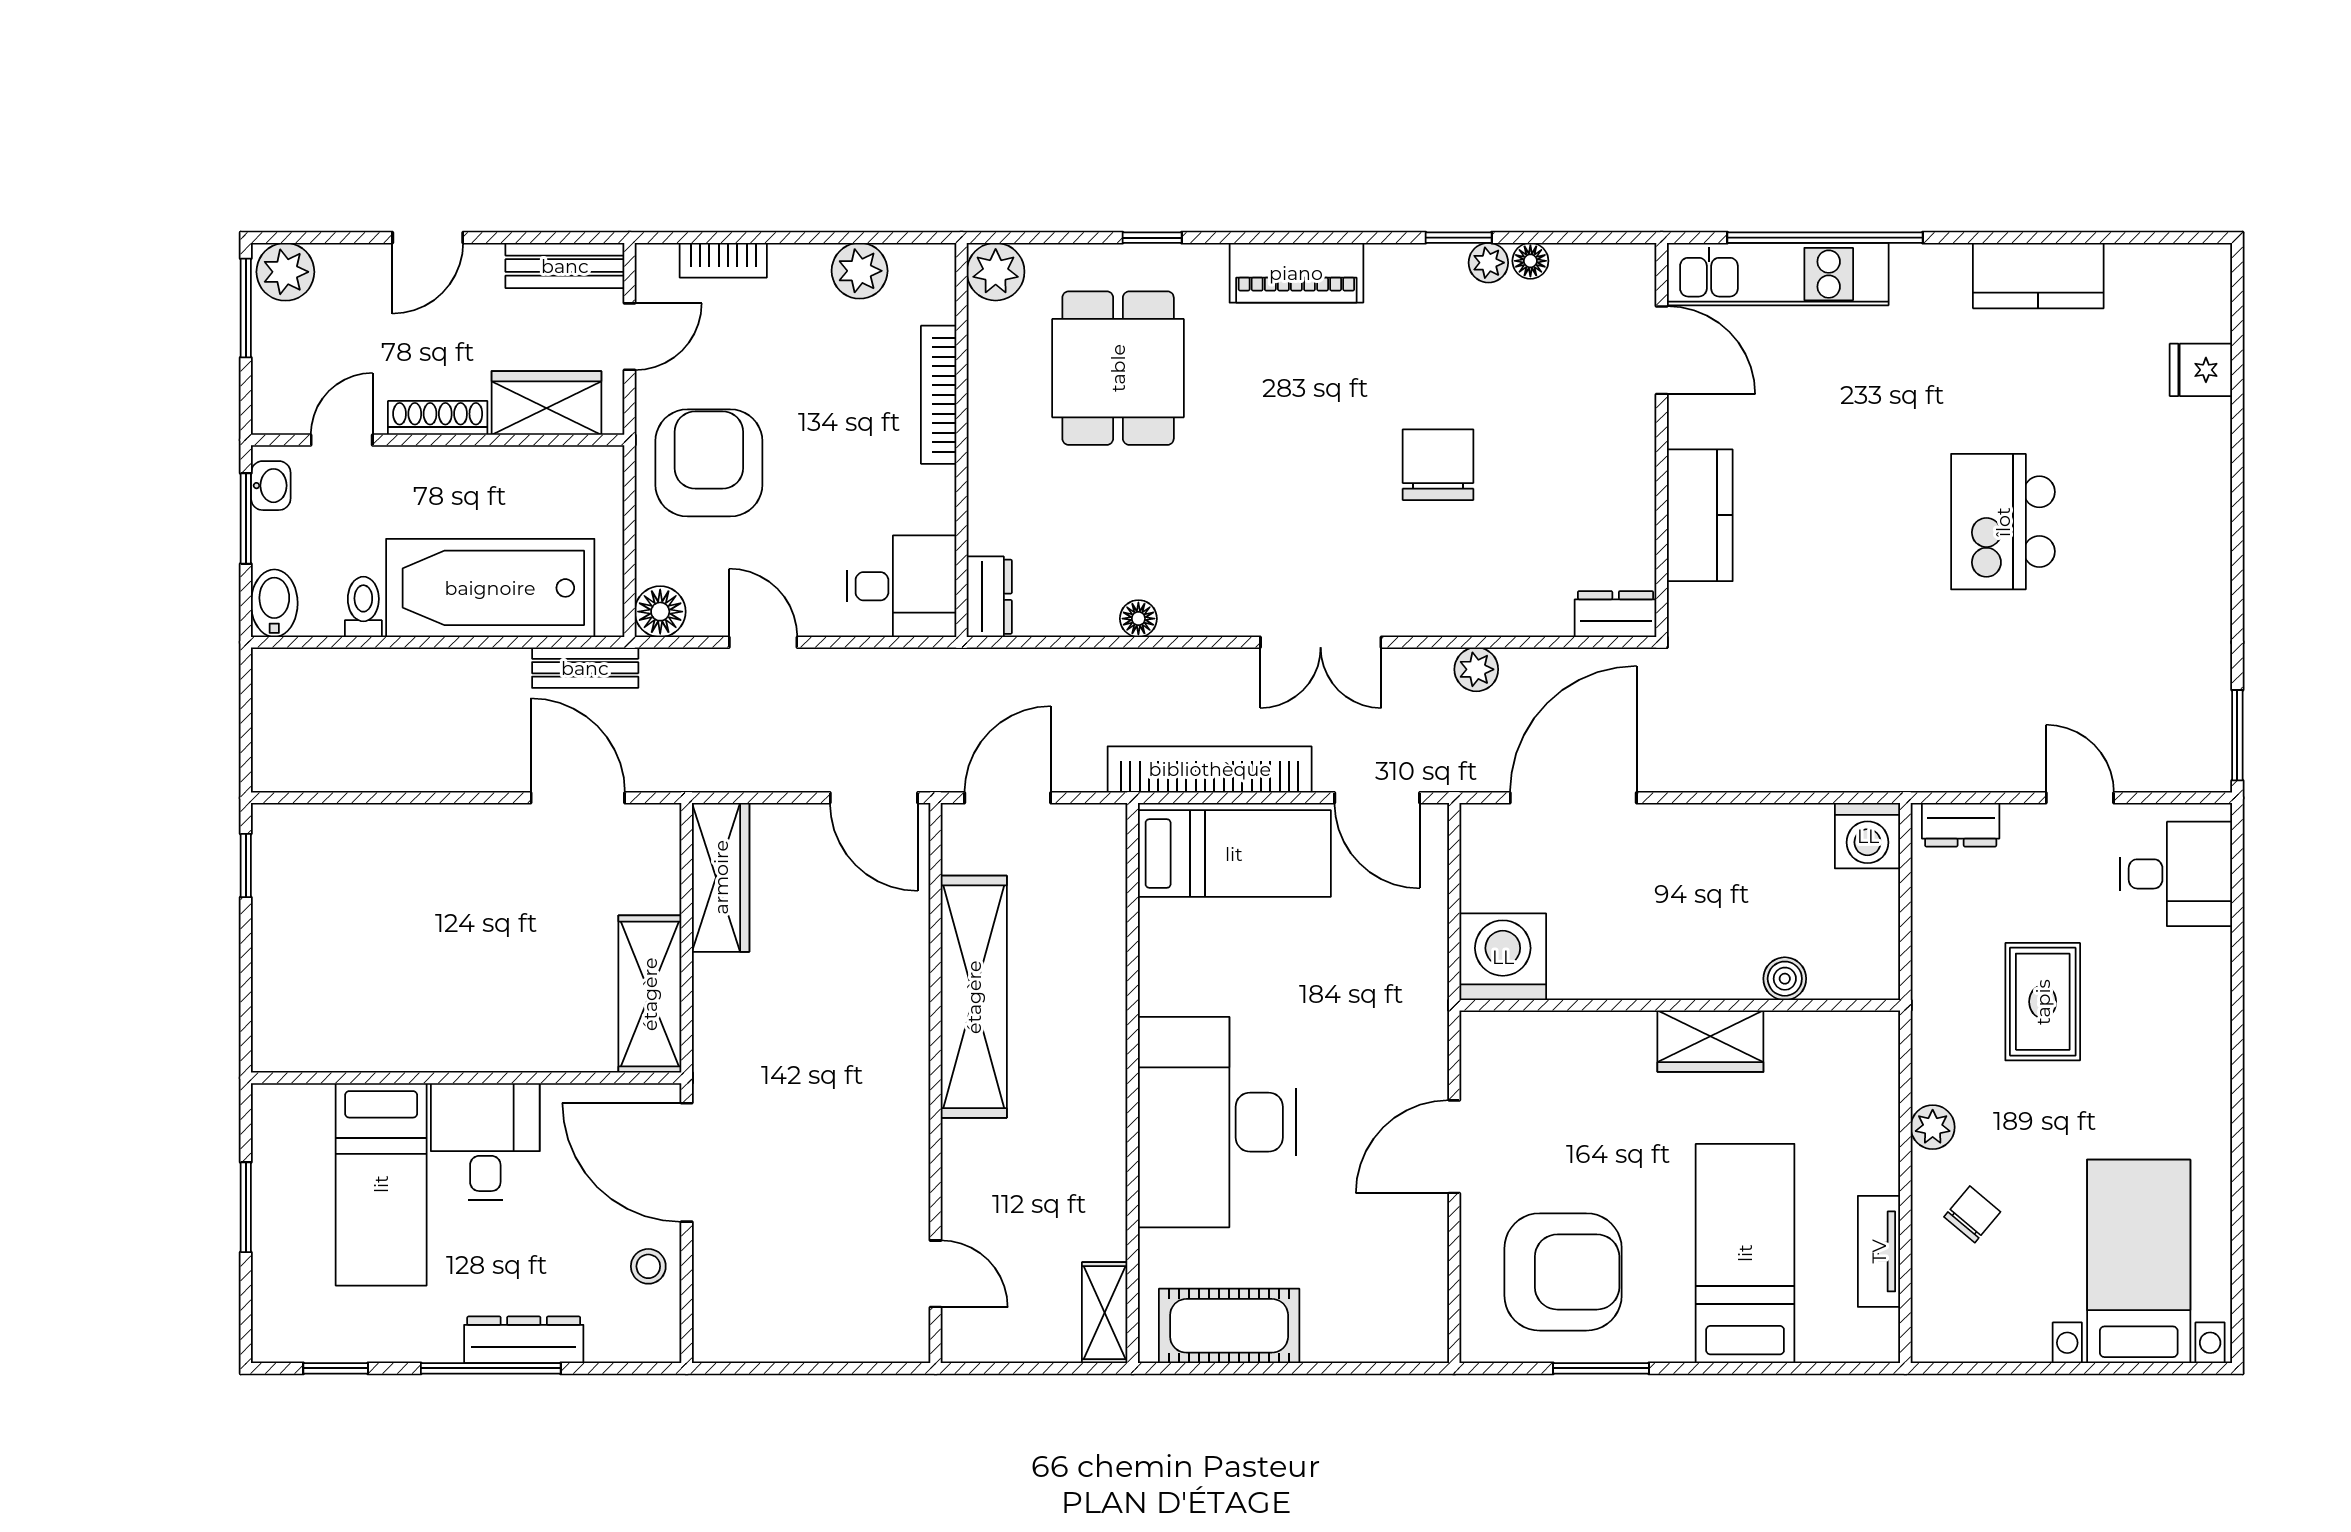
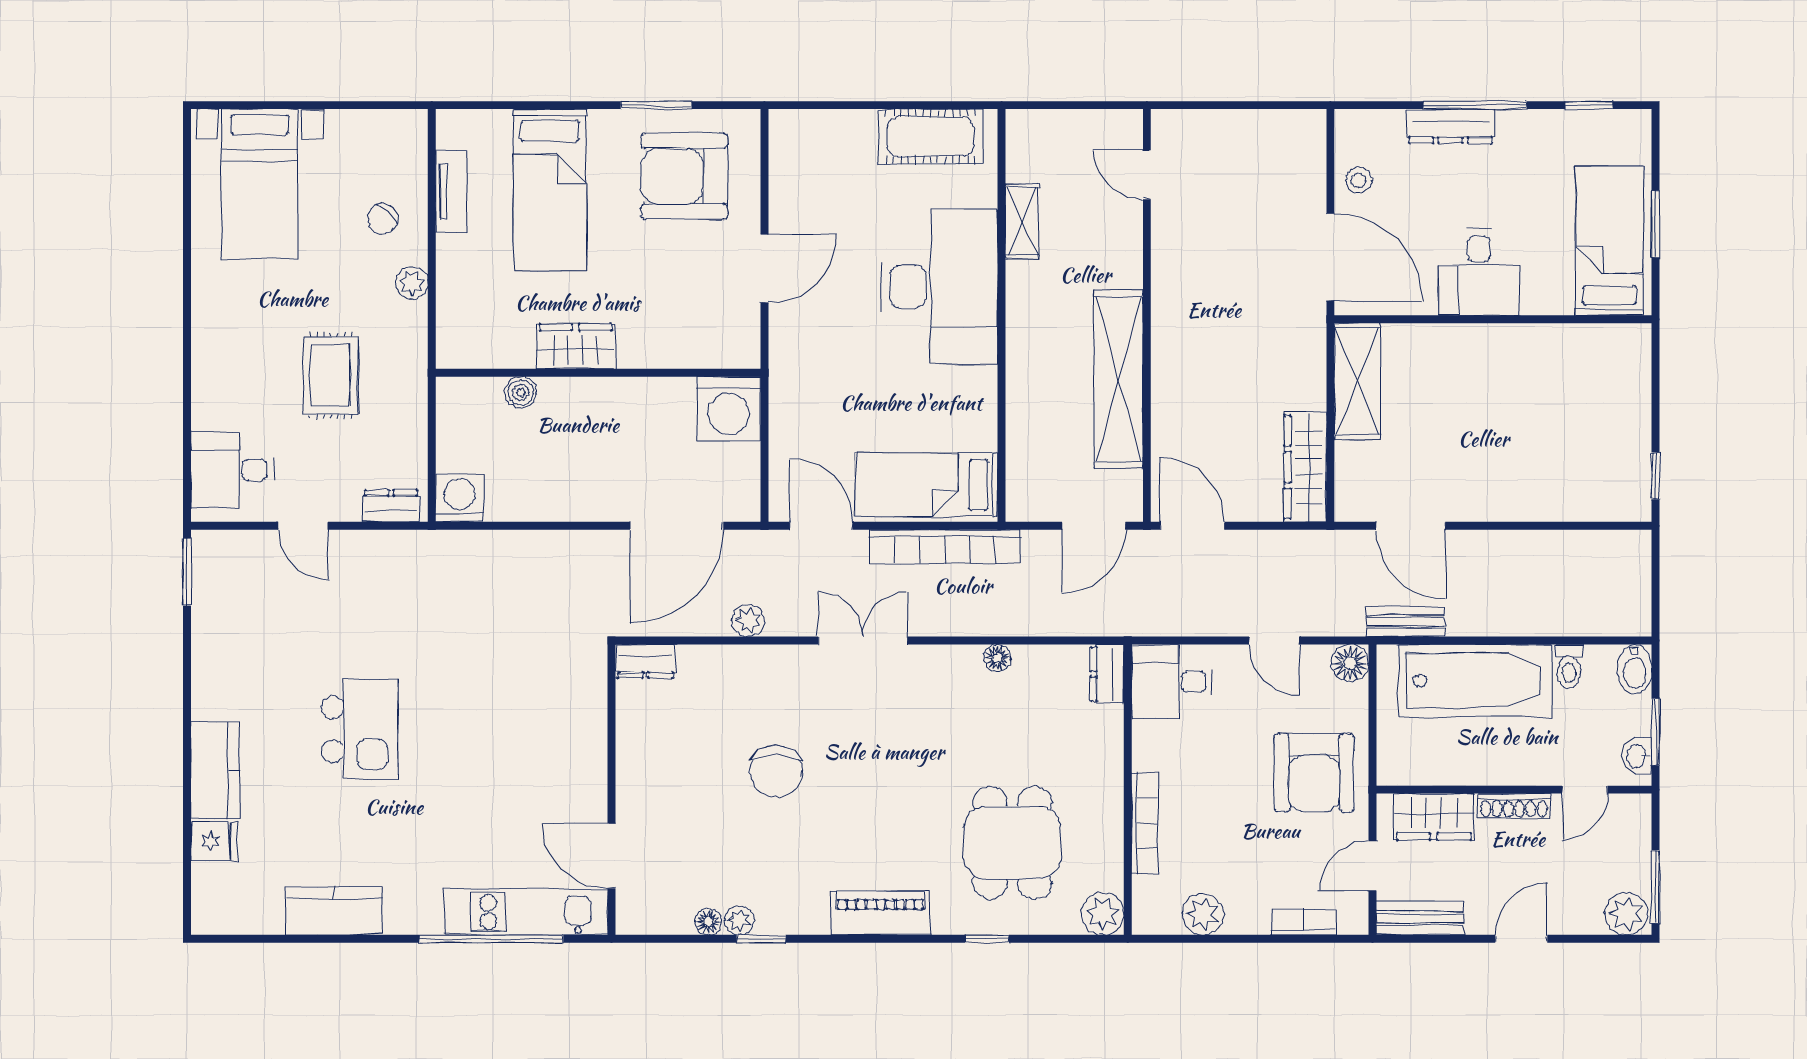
kitchen counter: (1700, 515) -> (215, 770), moved, turned 180
bed: (381, 1184) -> (1609, 241), moved
shelving: (1105, 1313) -> (1022, 221), moved

